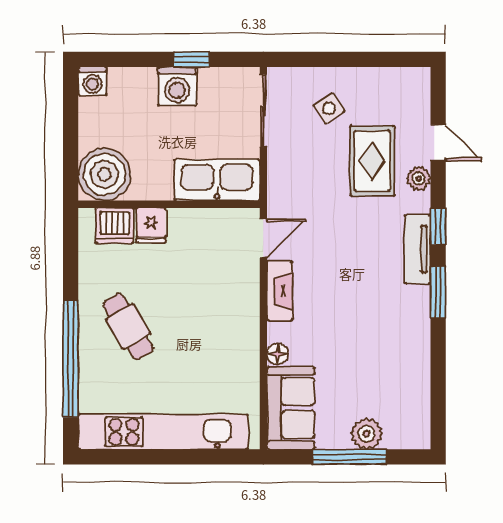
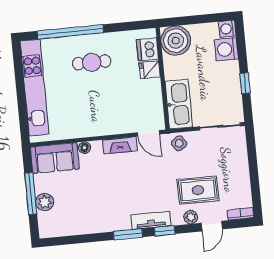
washing machine: (177, 86) -> (226, 49), moved
bookcase: (421, 90) -> (241, 214), added
side table: (329, 108) -> (179, 143), moved
cafe table: (128, 327) -> (92, 62), turned 30

